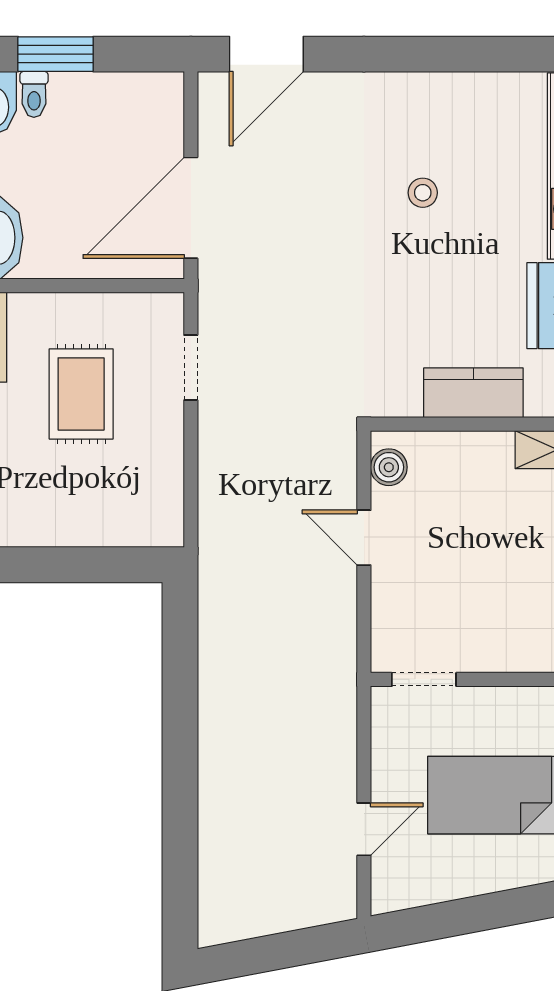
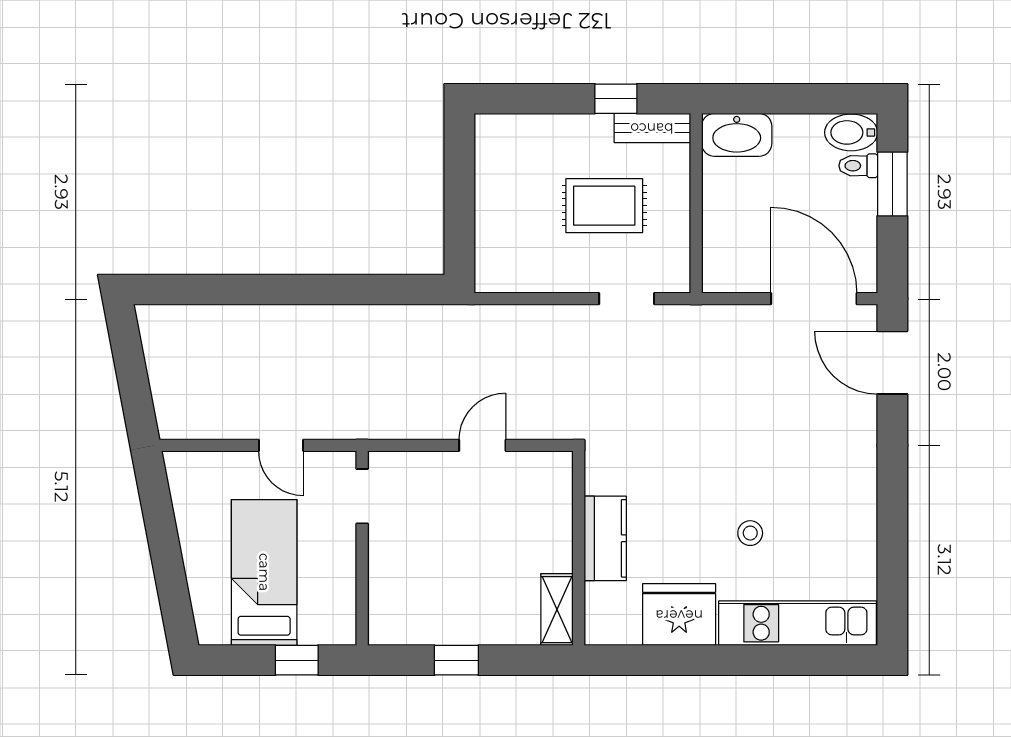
stool: (423, 193) -> (750, 533), moved
door: (191, 208) -> (814, 299), moved
boiler: (389, 467) -> (542, 467), removed
door: (364, 829) -> (281, 445), moved

